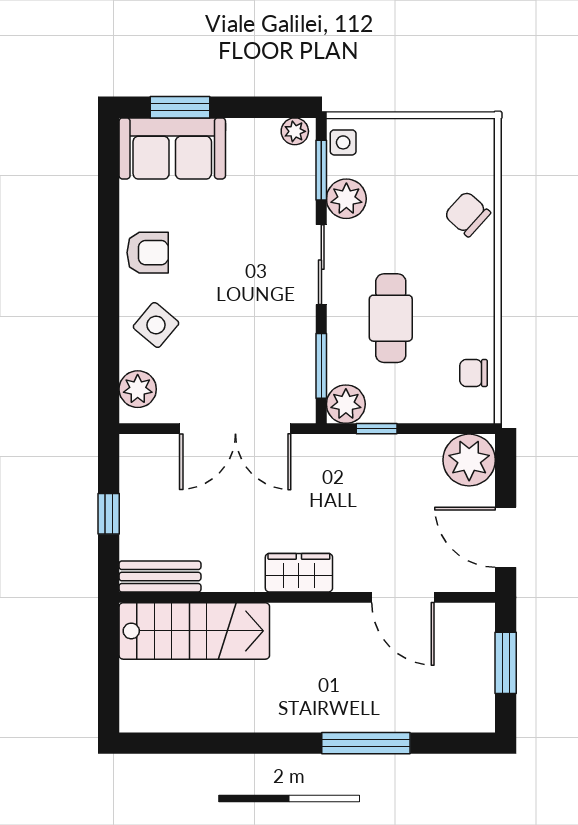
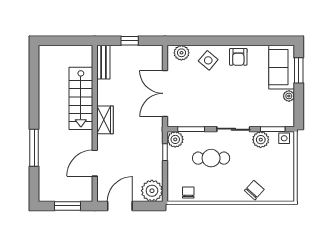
plant: (295, 131) -> (289, 96), moved
stairs: (194, 631) -> (81, 98), moved

